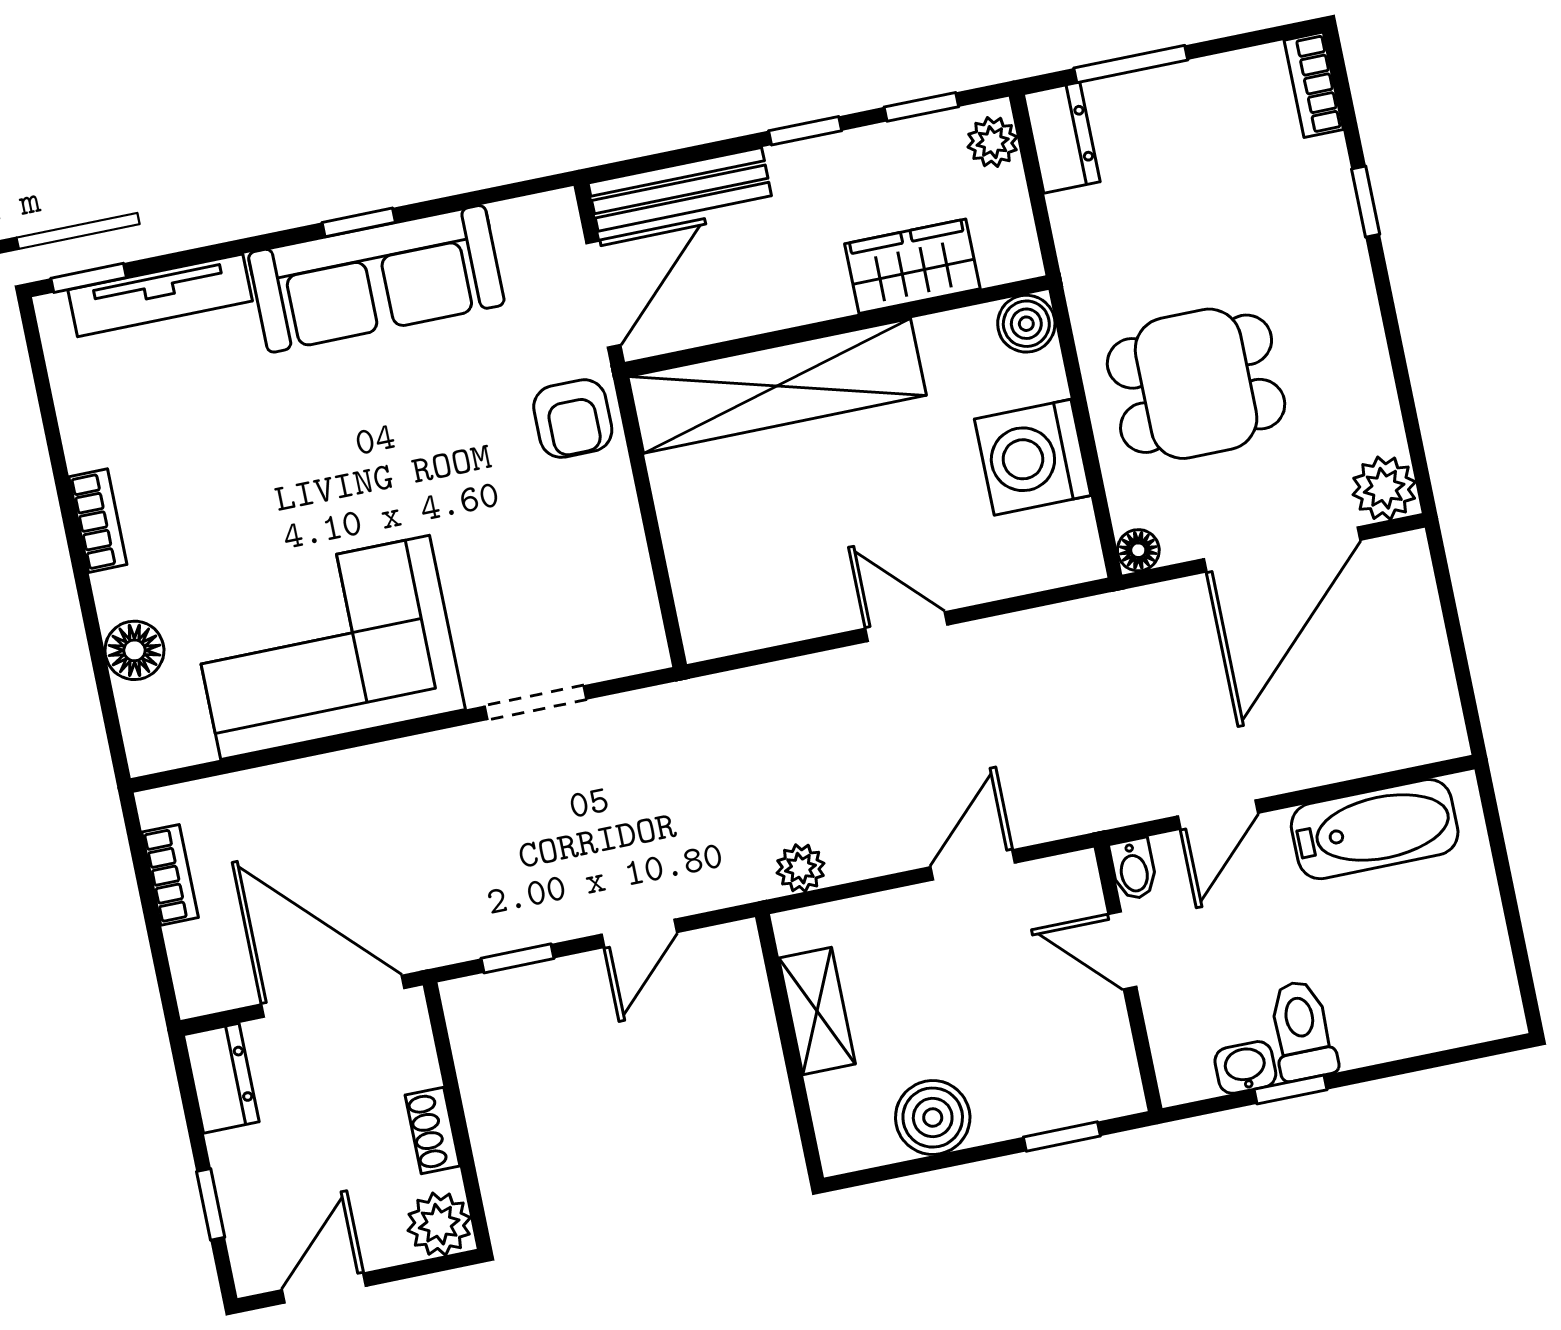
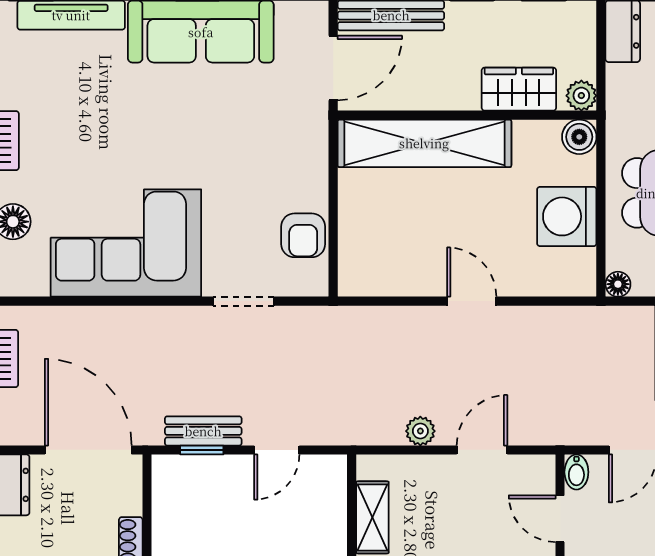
plant: (993, 142) -> (581, 96), moved
armchair: (573, 419) -> (303, 235), moved
plant: (801, 868) -> (420, 431), moved
bench: (513, 927) -> (203, 431), added

